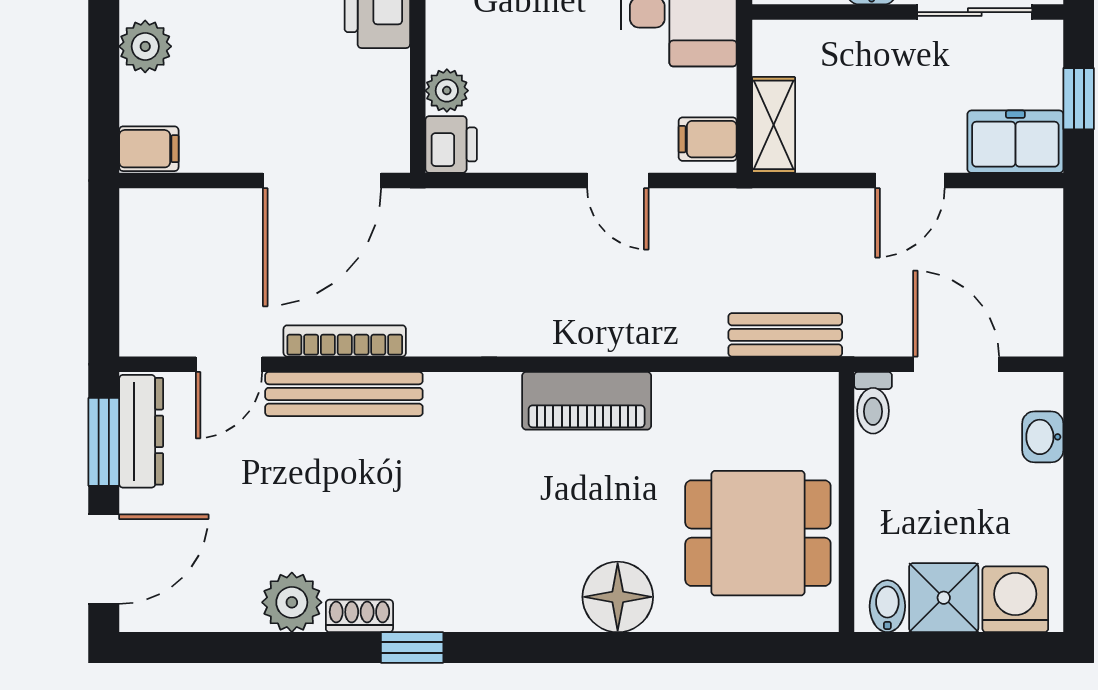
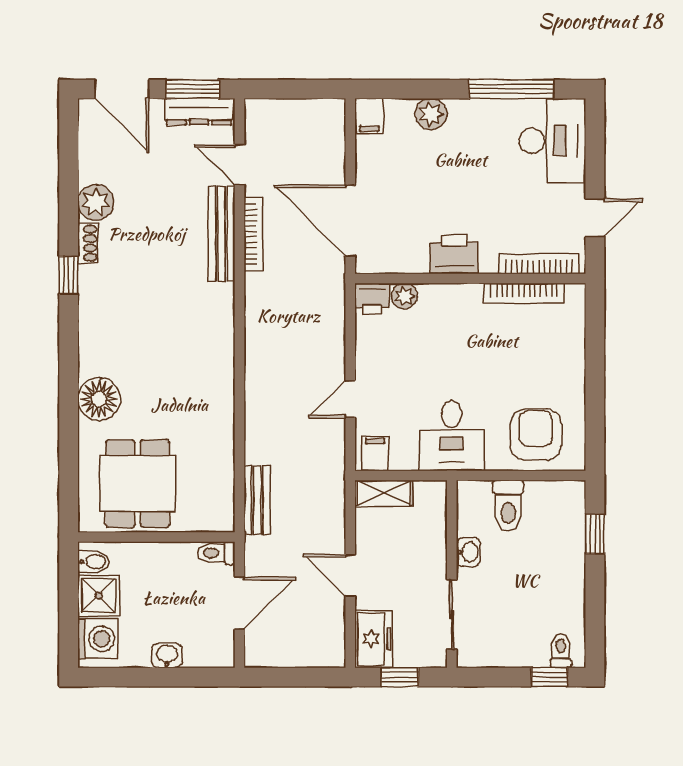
piano: (587, 401) -> (217, 380), removed
washbasin: (1043, 437) -> (167, 655), moved

